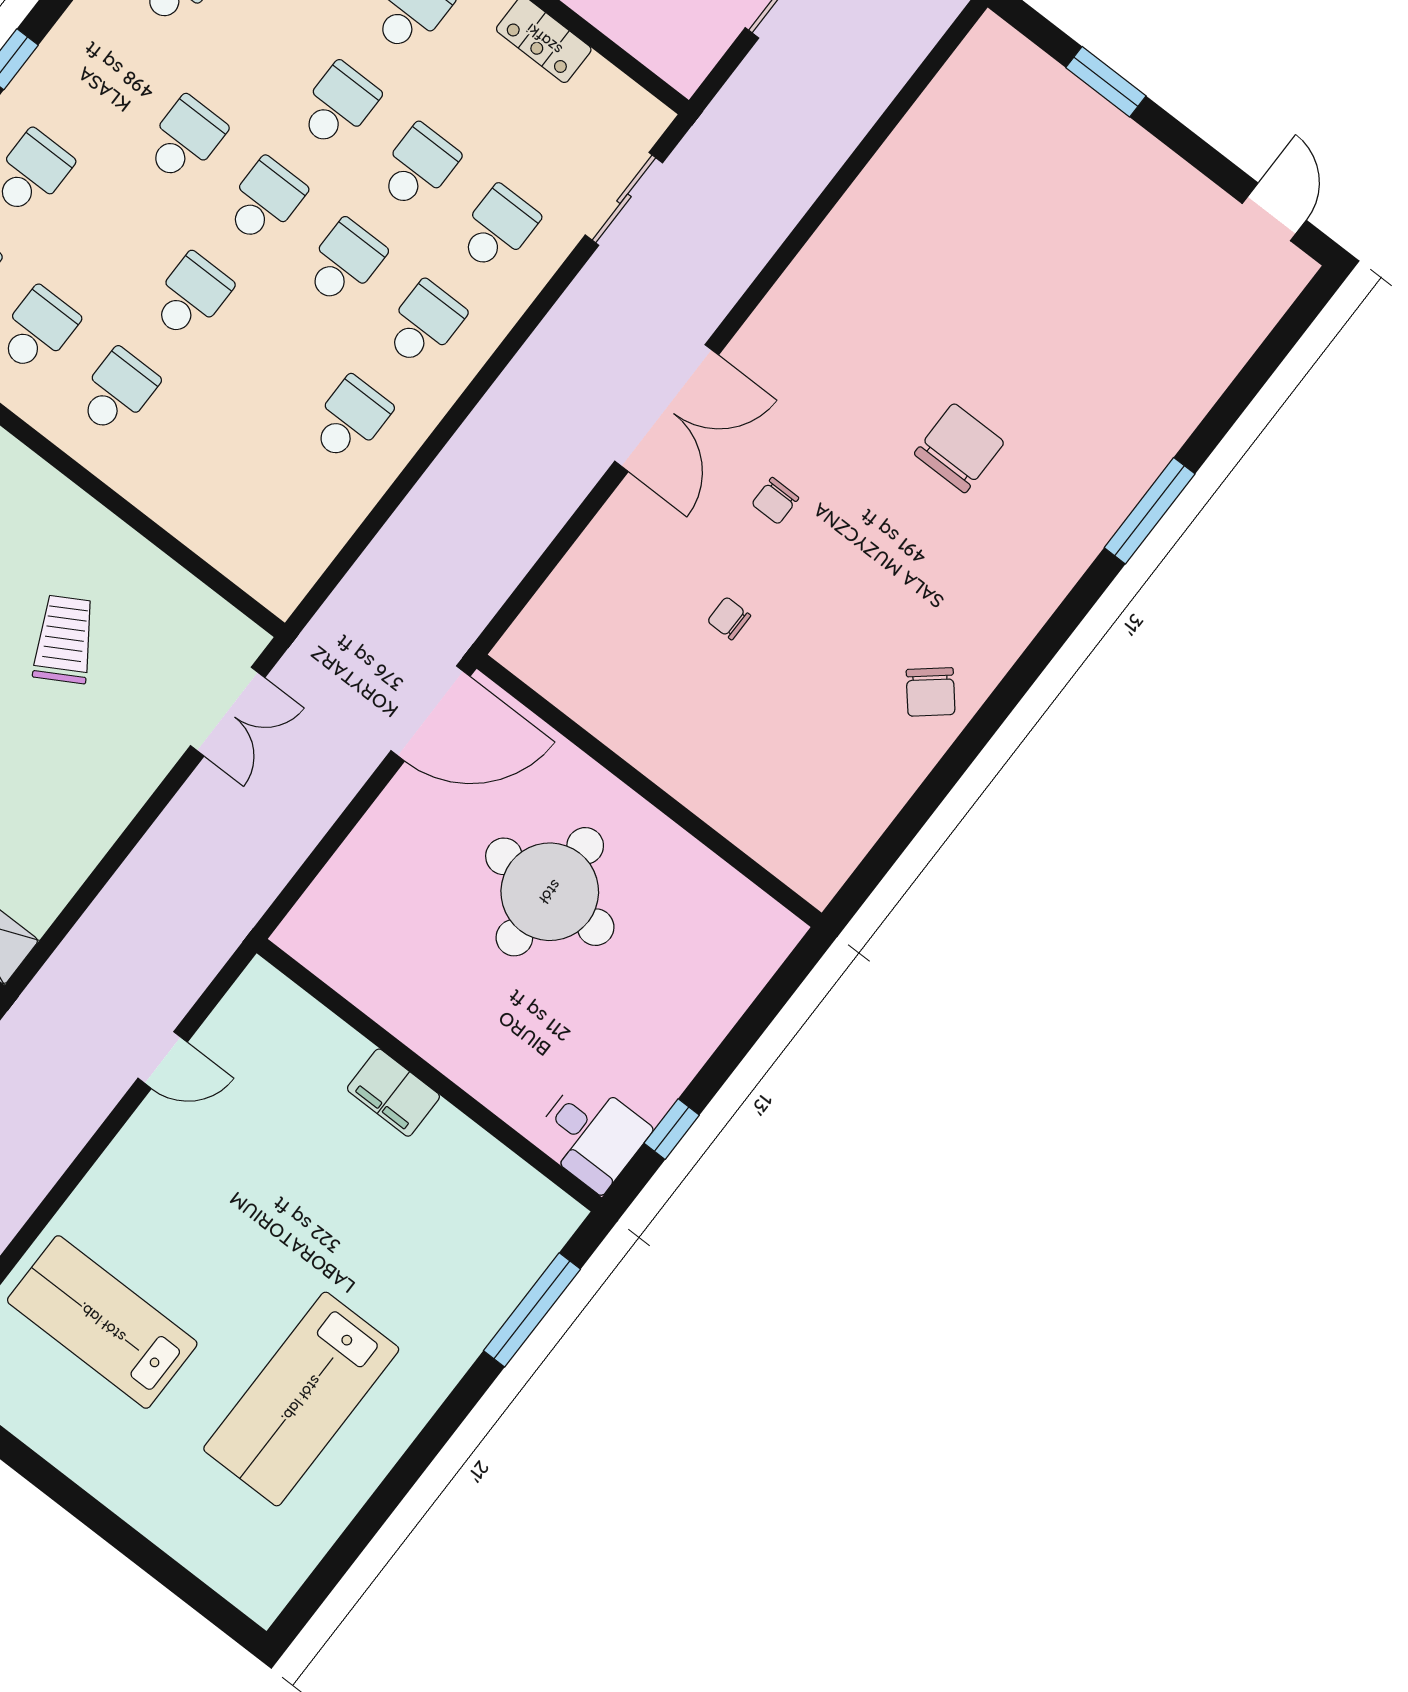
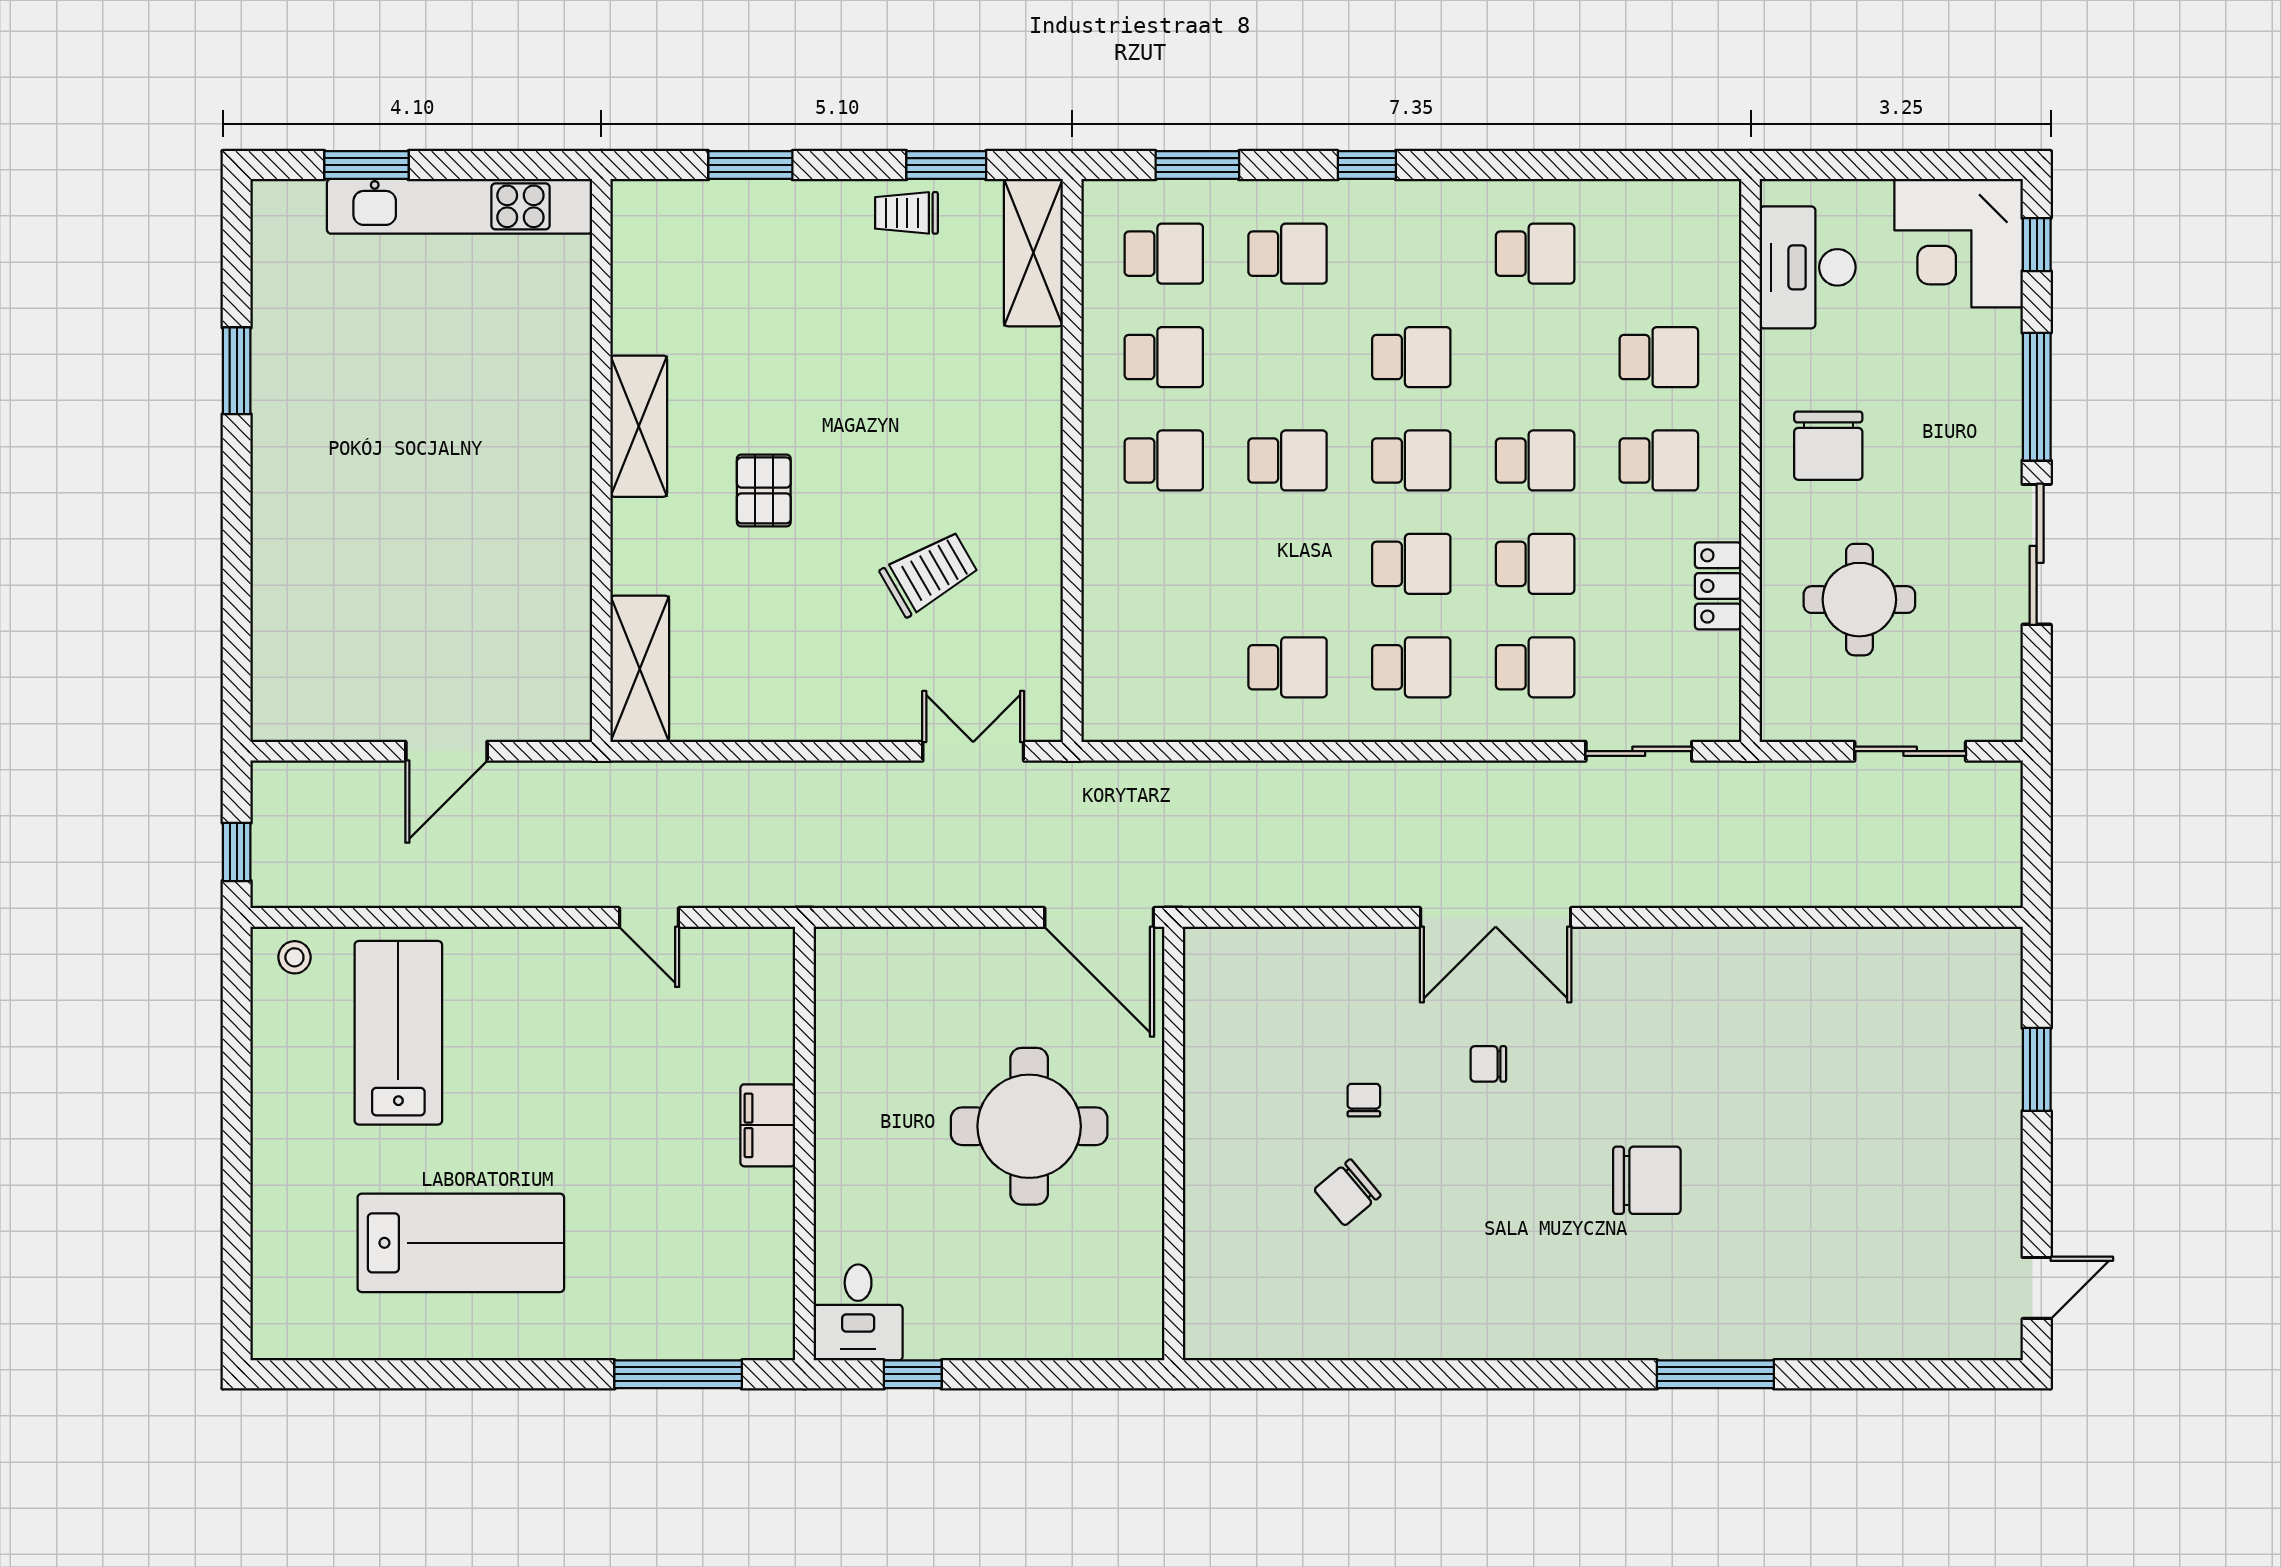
chair: (931, 692) -> (1347, 1192), moved
double door: (228, 712) -> (973, 751), swing flipped
lab bench: (301, 1399) -> (461, 1243), turned 180

